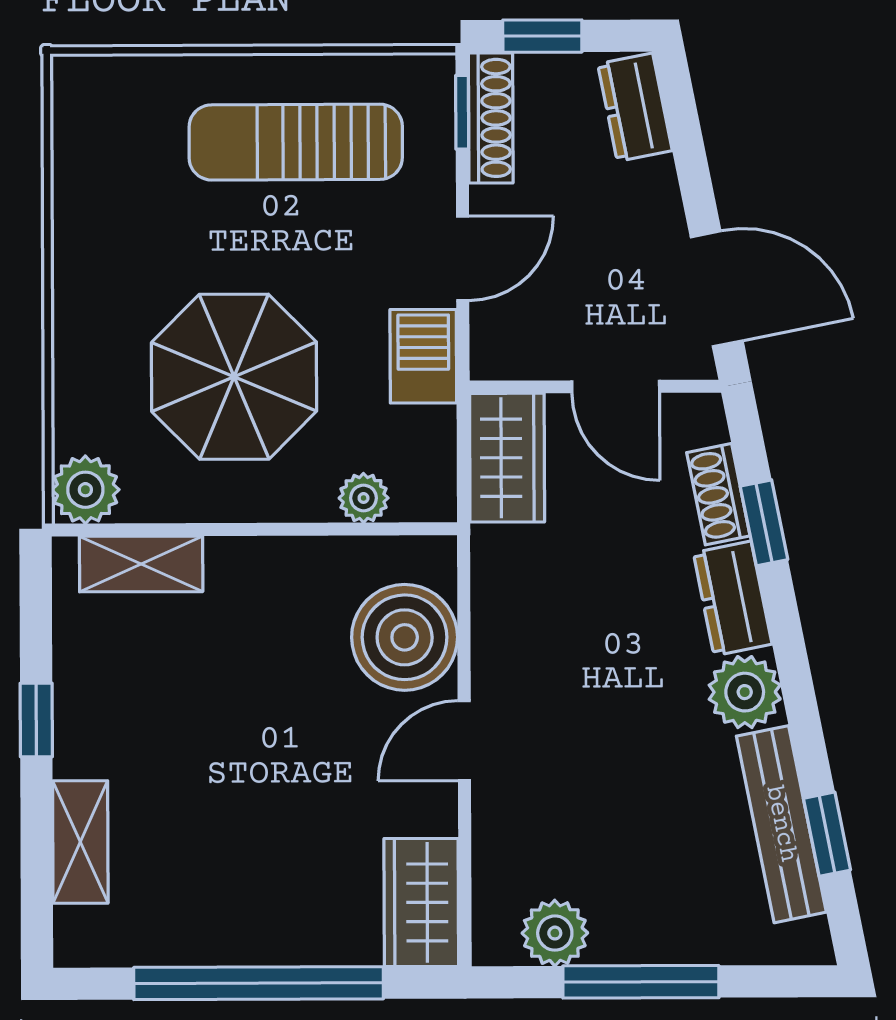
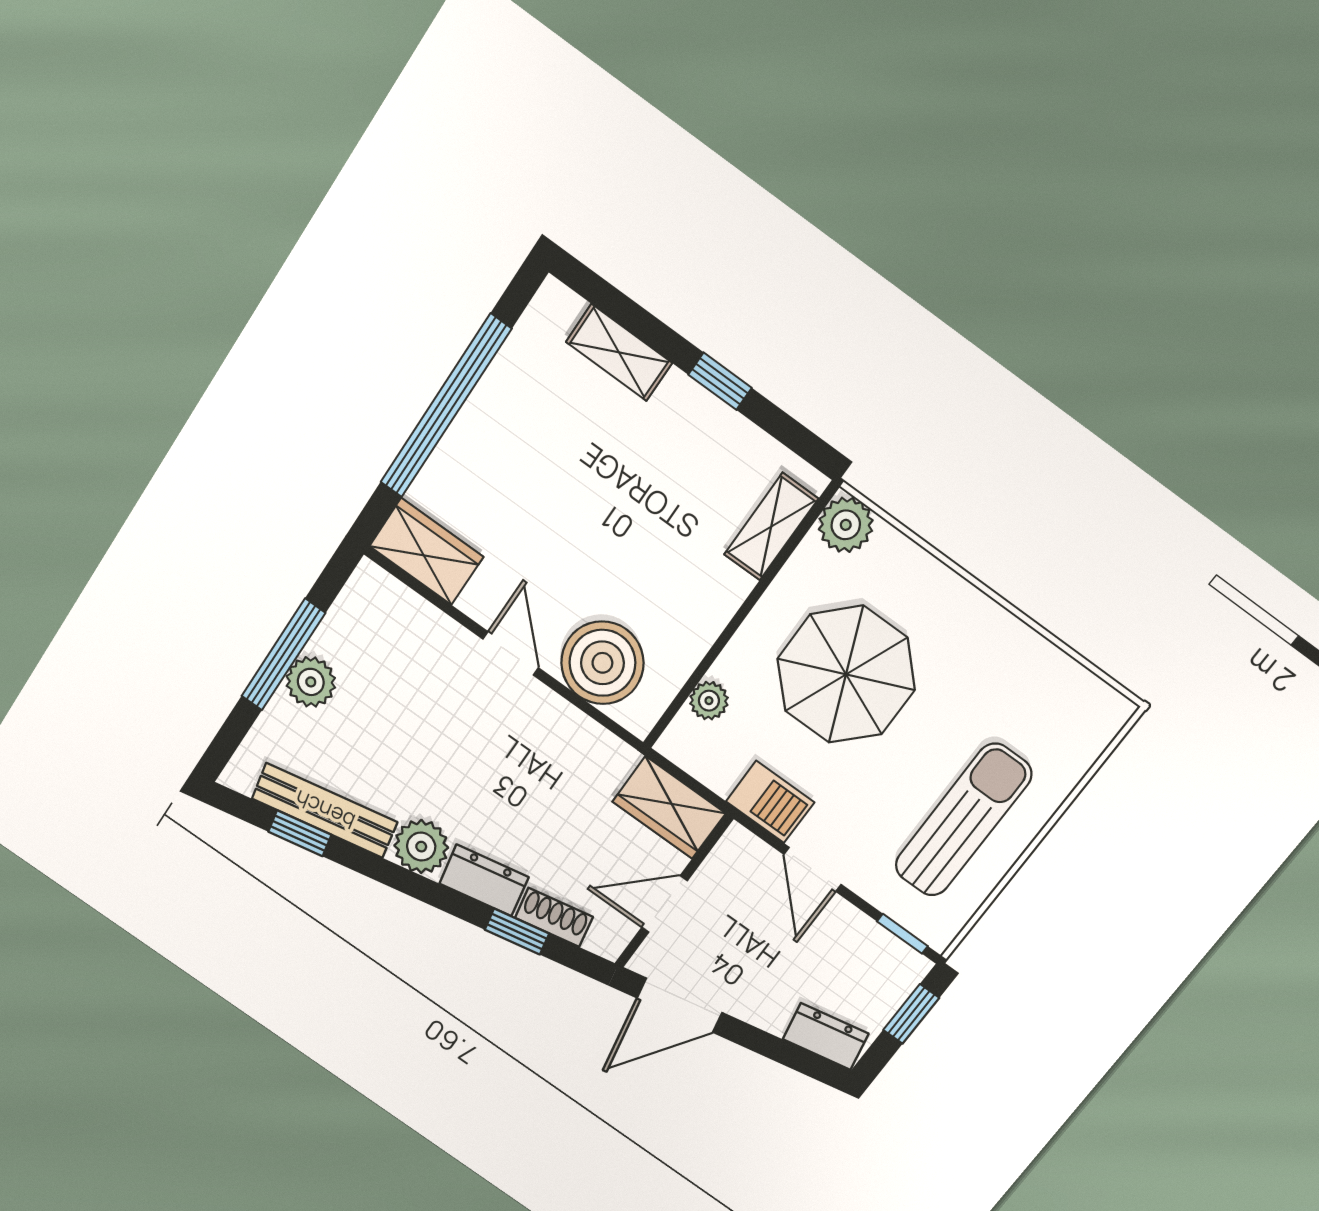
shoe rack: (491, 118) -> (886, 948), removed
plant: (555, 933) -> (311, 682), moved

